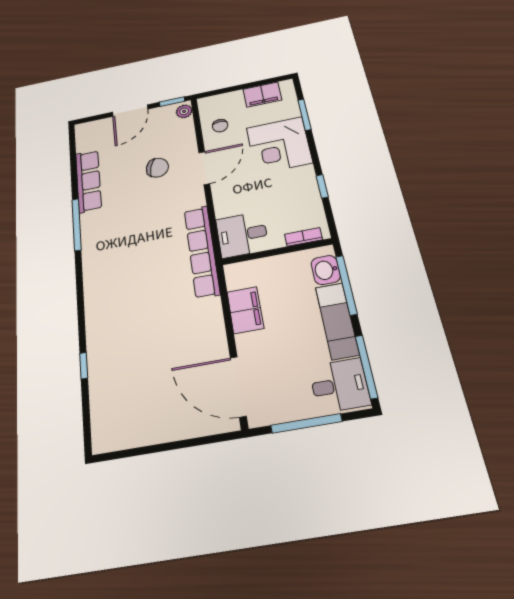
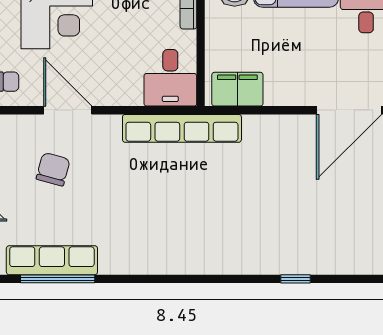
window: (77, 224) -> (58, 279), moved
filing cabinet: (245, 310) -> (237, 89), moved

